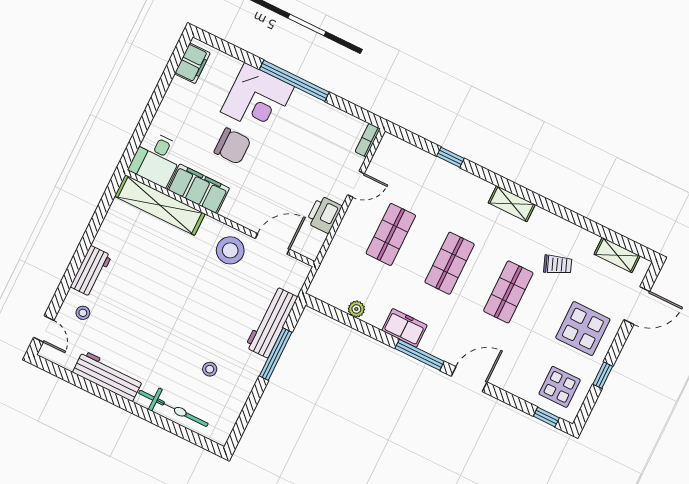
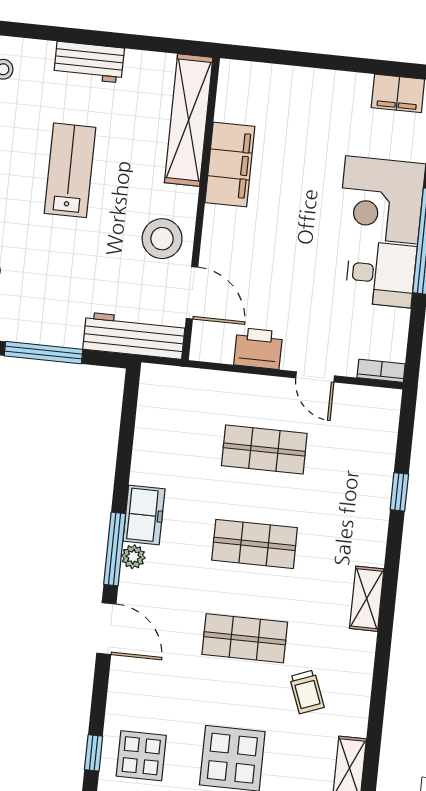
chair: (232, 146) -> (305, 189), removed
desk: (156, 159) -> (381, 274), moved, turned 180
workbench: (91, 271) -> (89, 62), moved
lab bench: (164, 294) -> (70, 170), added
plant: (356, 309) -> (133, 557), moved
workbench: (271, 322) -> (134, 336), moved

